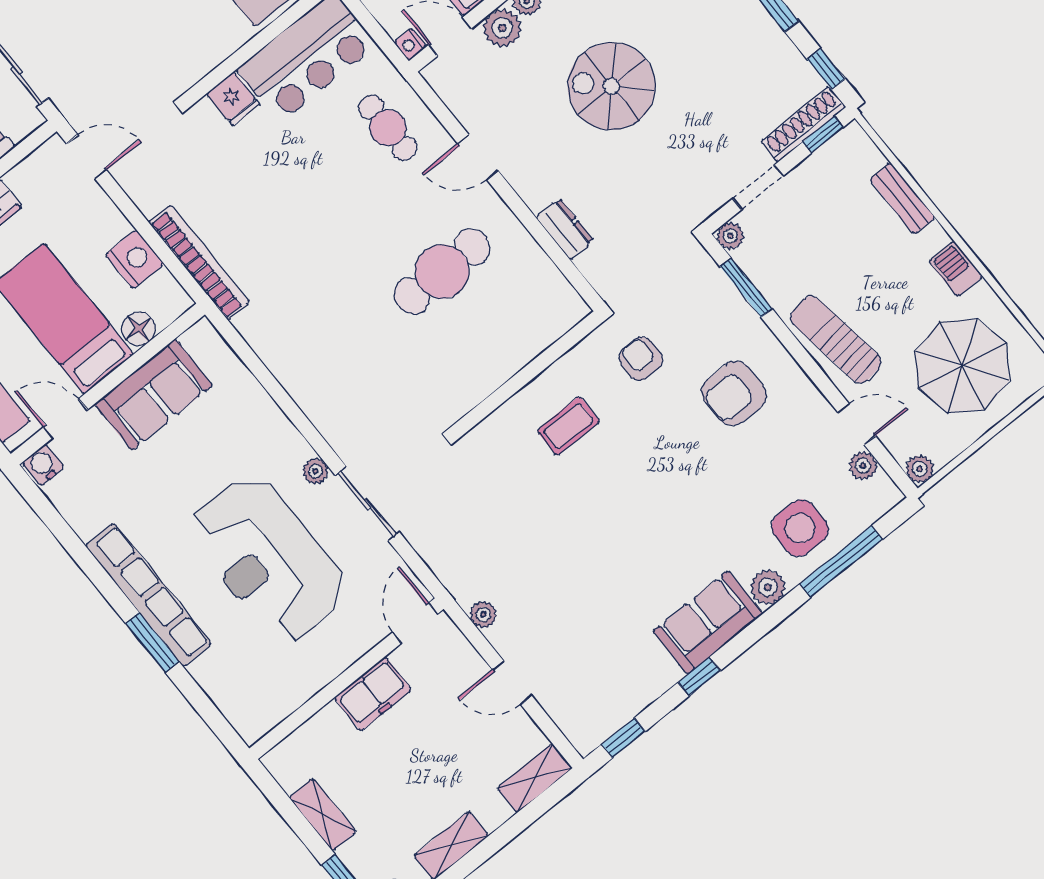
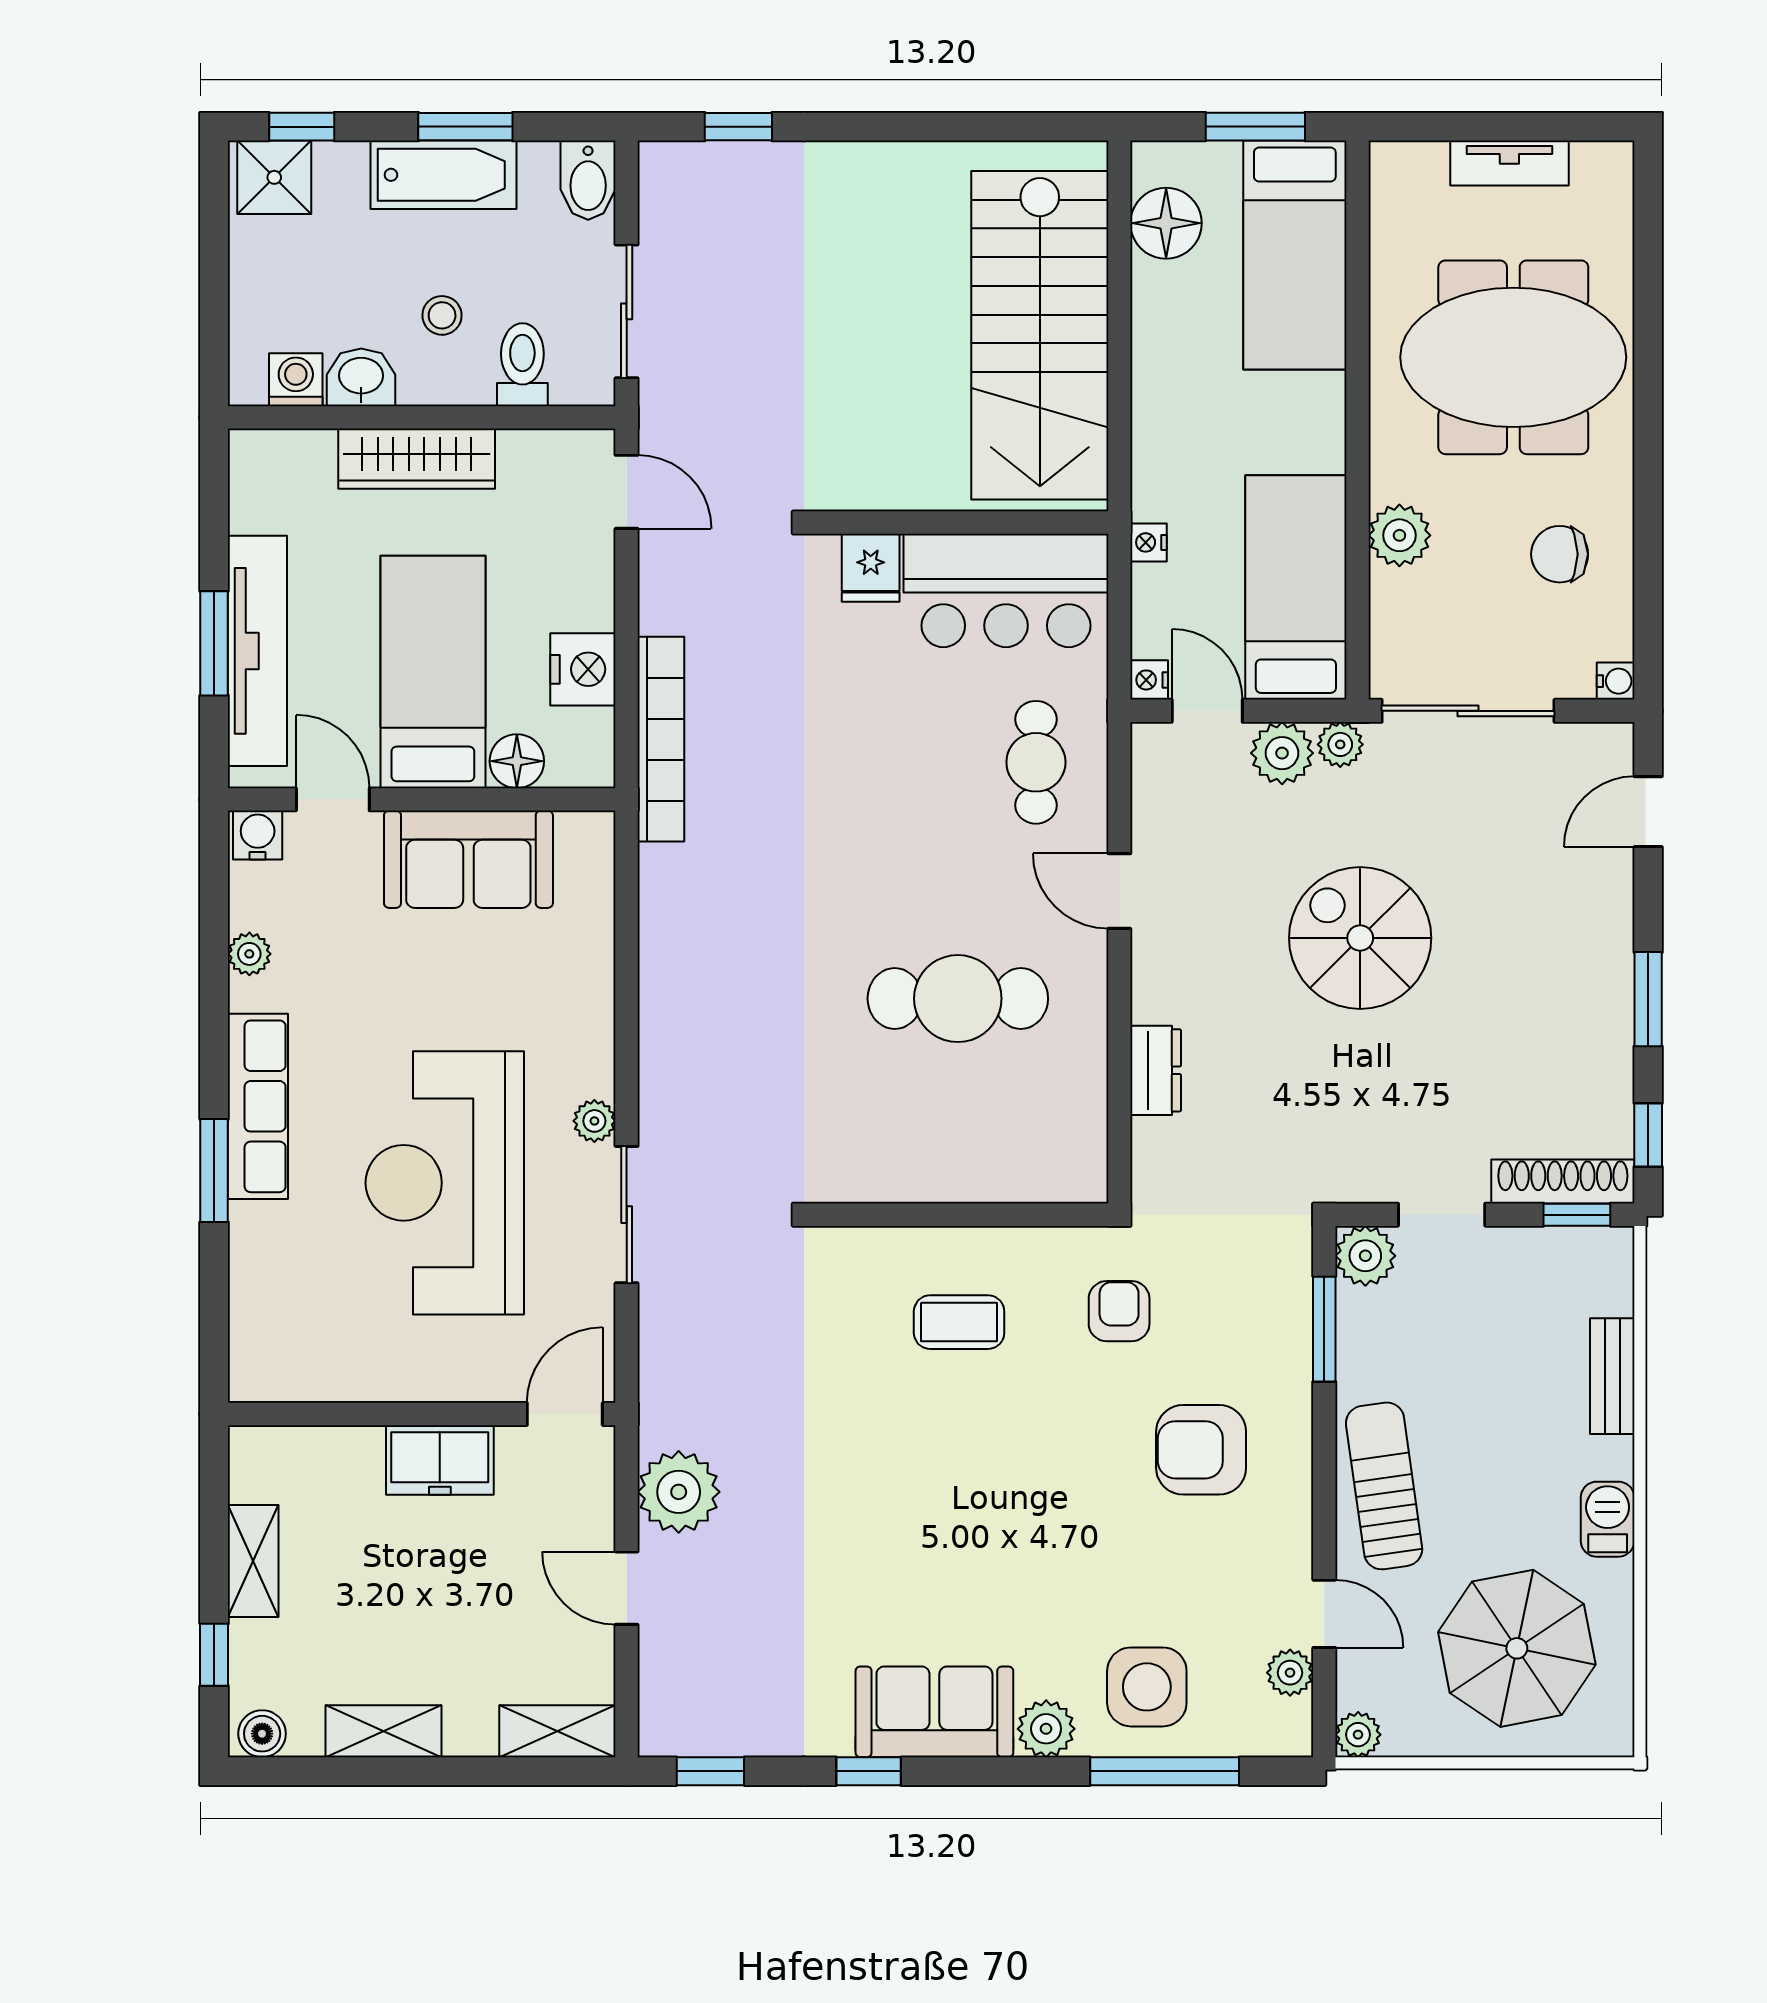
plant: (730, 236) -> (1365, 1256), width x1.38, depth x1.38
plant: (85, 525) -> (249, 954), added
row of seats: (148, 595) -> (258, 1106), width x0.73
plant: (483, 615) -> (679, 1492), width x1.88, depth x1.88

